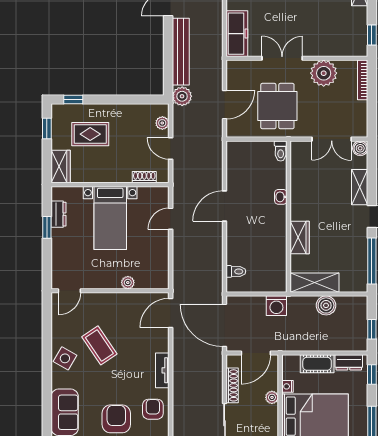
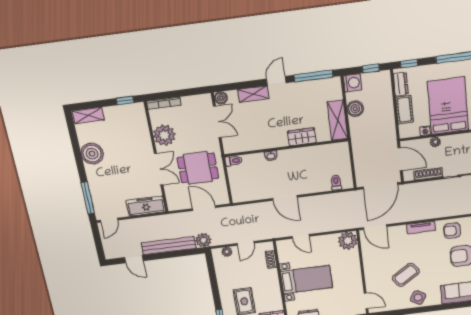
double door: (282, 58) -> (159, 169), swing flipped
plant: (128, 283) -> (348, 241), moved, width x1.88, depth x1.88
washing machine: (276, 306) -> (353, 83), moved

